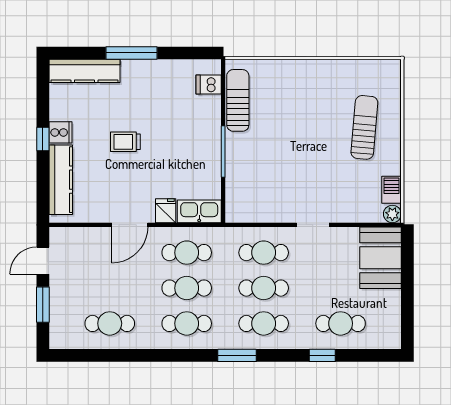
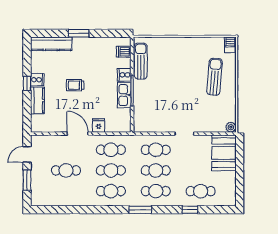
window: (132, 53) -> (79, 33), width x0.69
cooker: (209, 124) -> (124, 75), added
kitchen counter: (61, 180) -> (37, 100), width x0.67
barbecue: (391, 190) -> (230, 45), moved
kitchen sink: (199, 211) -> (124, 95), moved, turned -90
door: (130, 225) -> (78, 134), swing flipped
cafe table: (110, 323) -> (66, 170), moved

